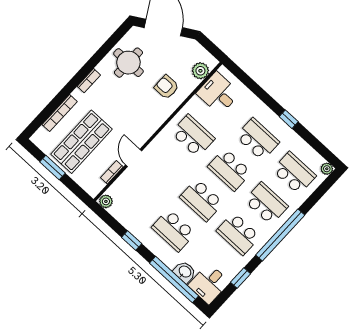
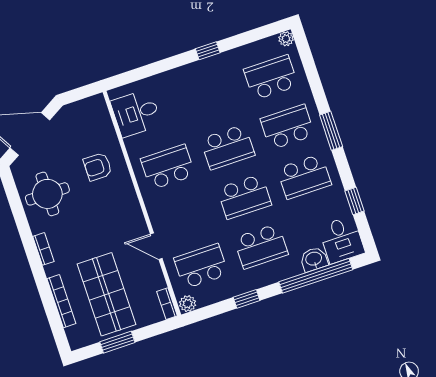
plant: (200, 71) -> (100, 119), removed
school desk: (258, 139) -> (201, 266), moved
bookcase: (112, 172) -> (167, 304), moved
window: (280, 235) -> (331, 131), width x0.47

